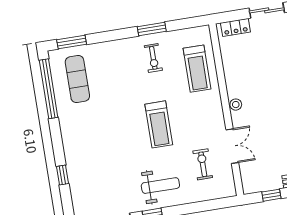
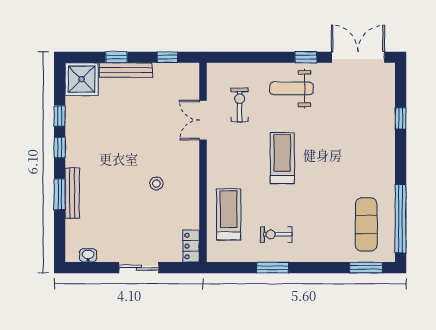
locker: (235, 27) -> (191, 246), moved, turned -90
exercise bike: (153, 58) -> (276, 234), turned -90
stool: (236, 105) -> (156, 183), moved
exercise bike: (203, 164) -> (240, 105), turned 180

